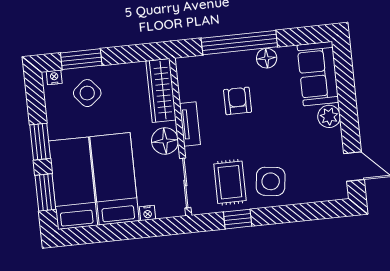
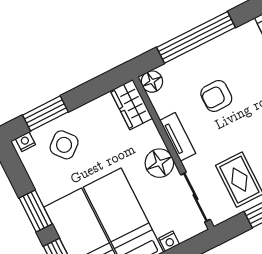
floor lamp: (267, 58) -> (152, 82), moved
wardrobe: (161, 90) -> (131, 105), width x0.67
armchair: (238, 101) -> (216, 96), turned -90

